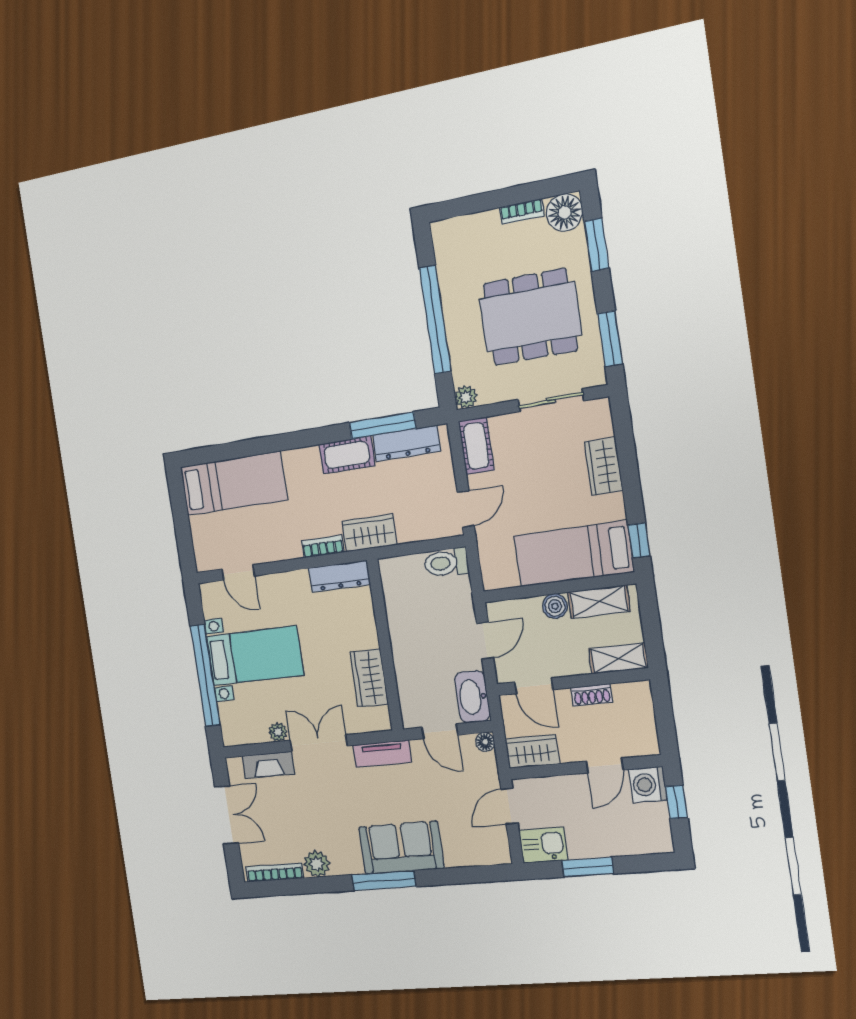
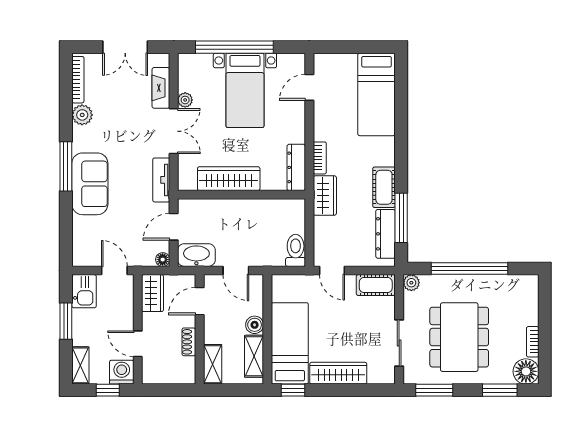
wardrobe: (604, 466) -> (338, 373), width x1.50
wardrobe: (369, 678) -> (229, 179), width x1.50
shelving: (647, 843) -> (80, 365), added

